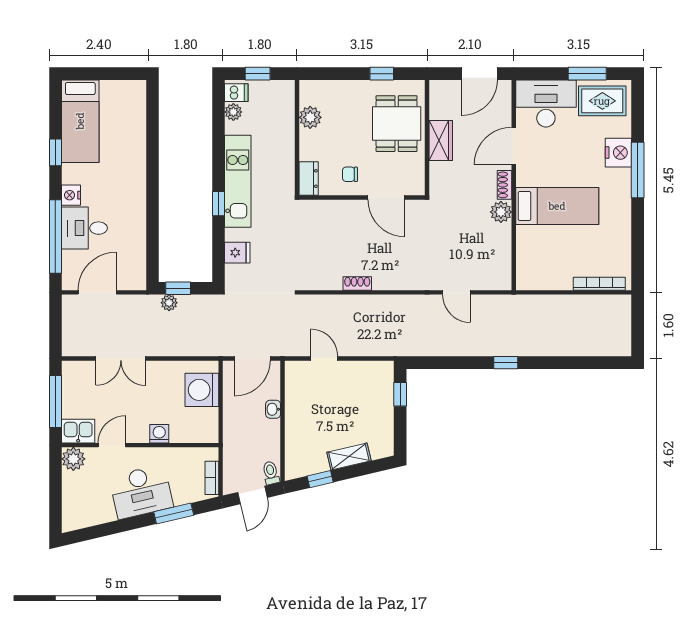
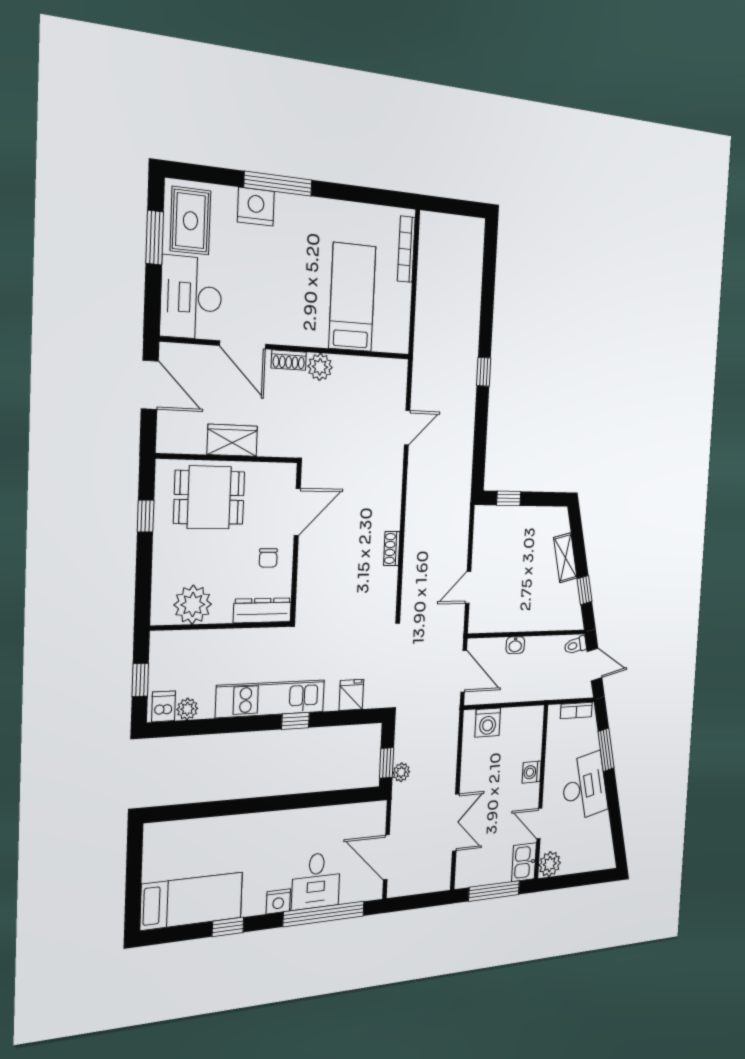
plant: (310, 117) -> (193, 605), width x1.36, depth x1.36
dresser: (309, 179) -> (262, 610), width x1.44
bed: (557, 206) -> (352, 297), moved
washing machine: (202, 390) -> (488, 723), width x0.73, depth x0.73

